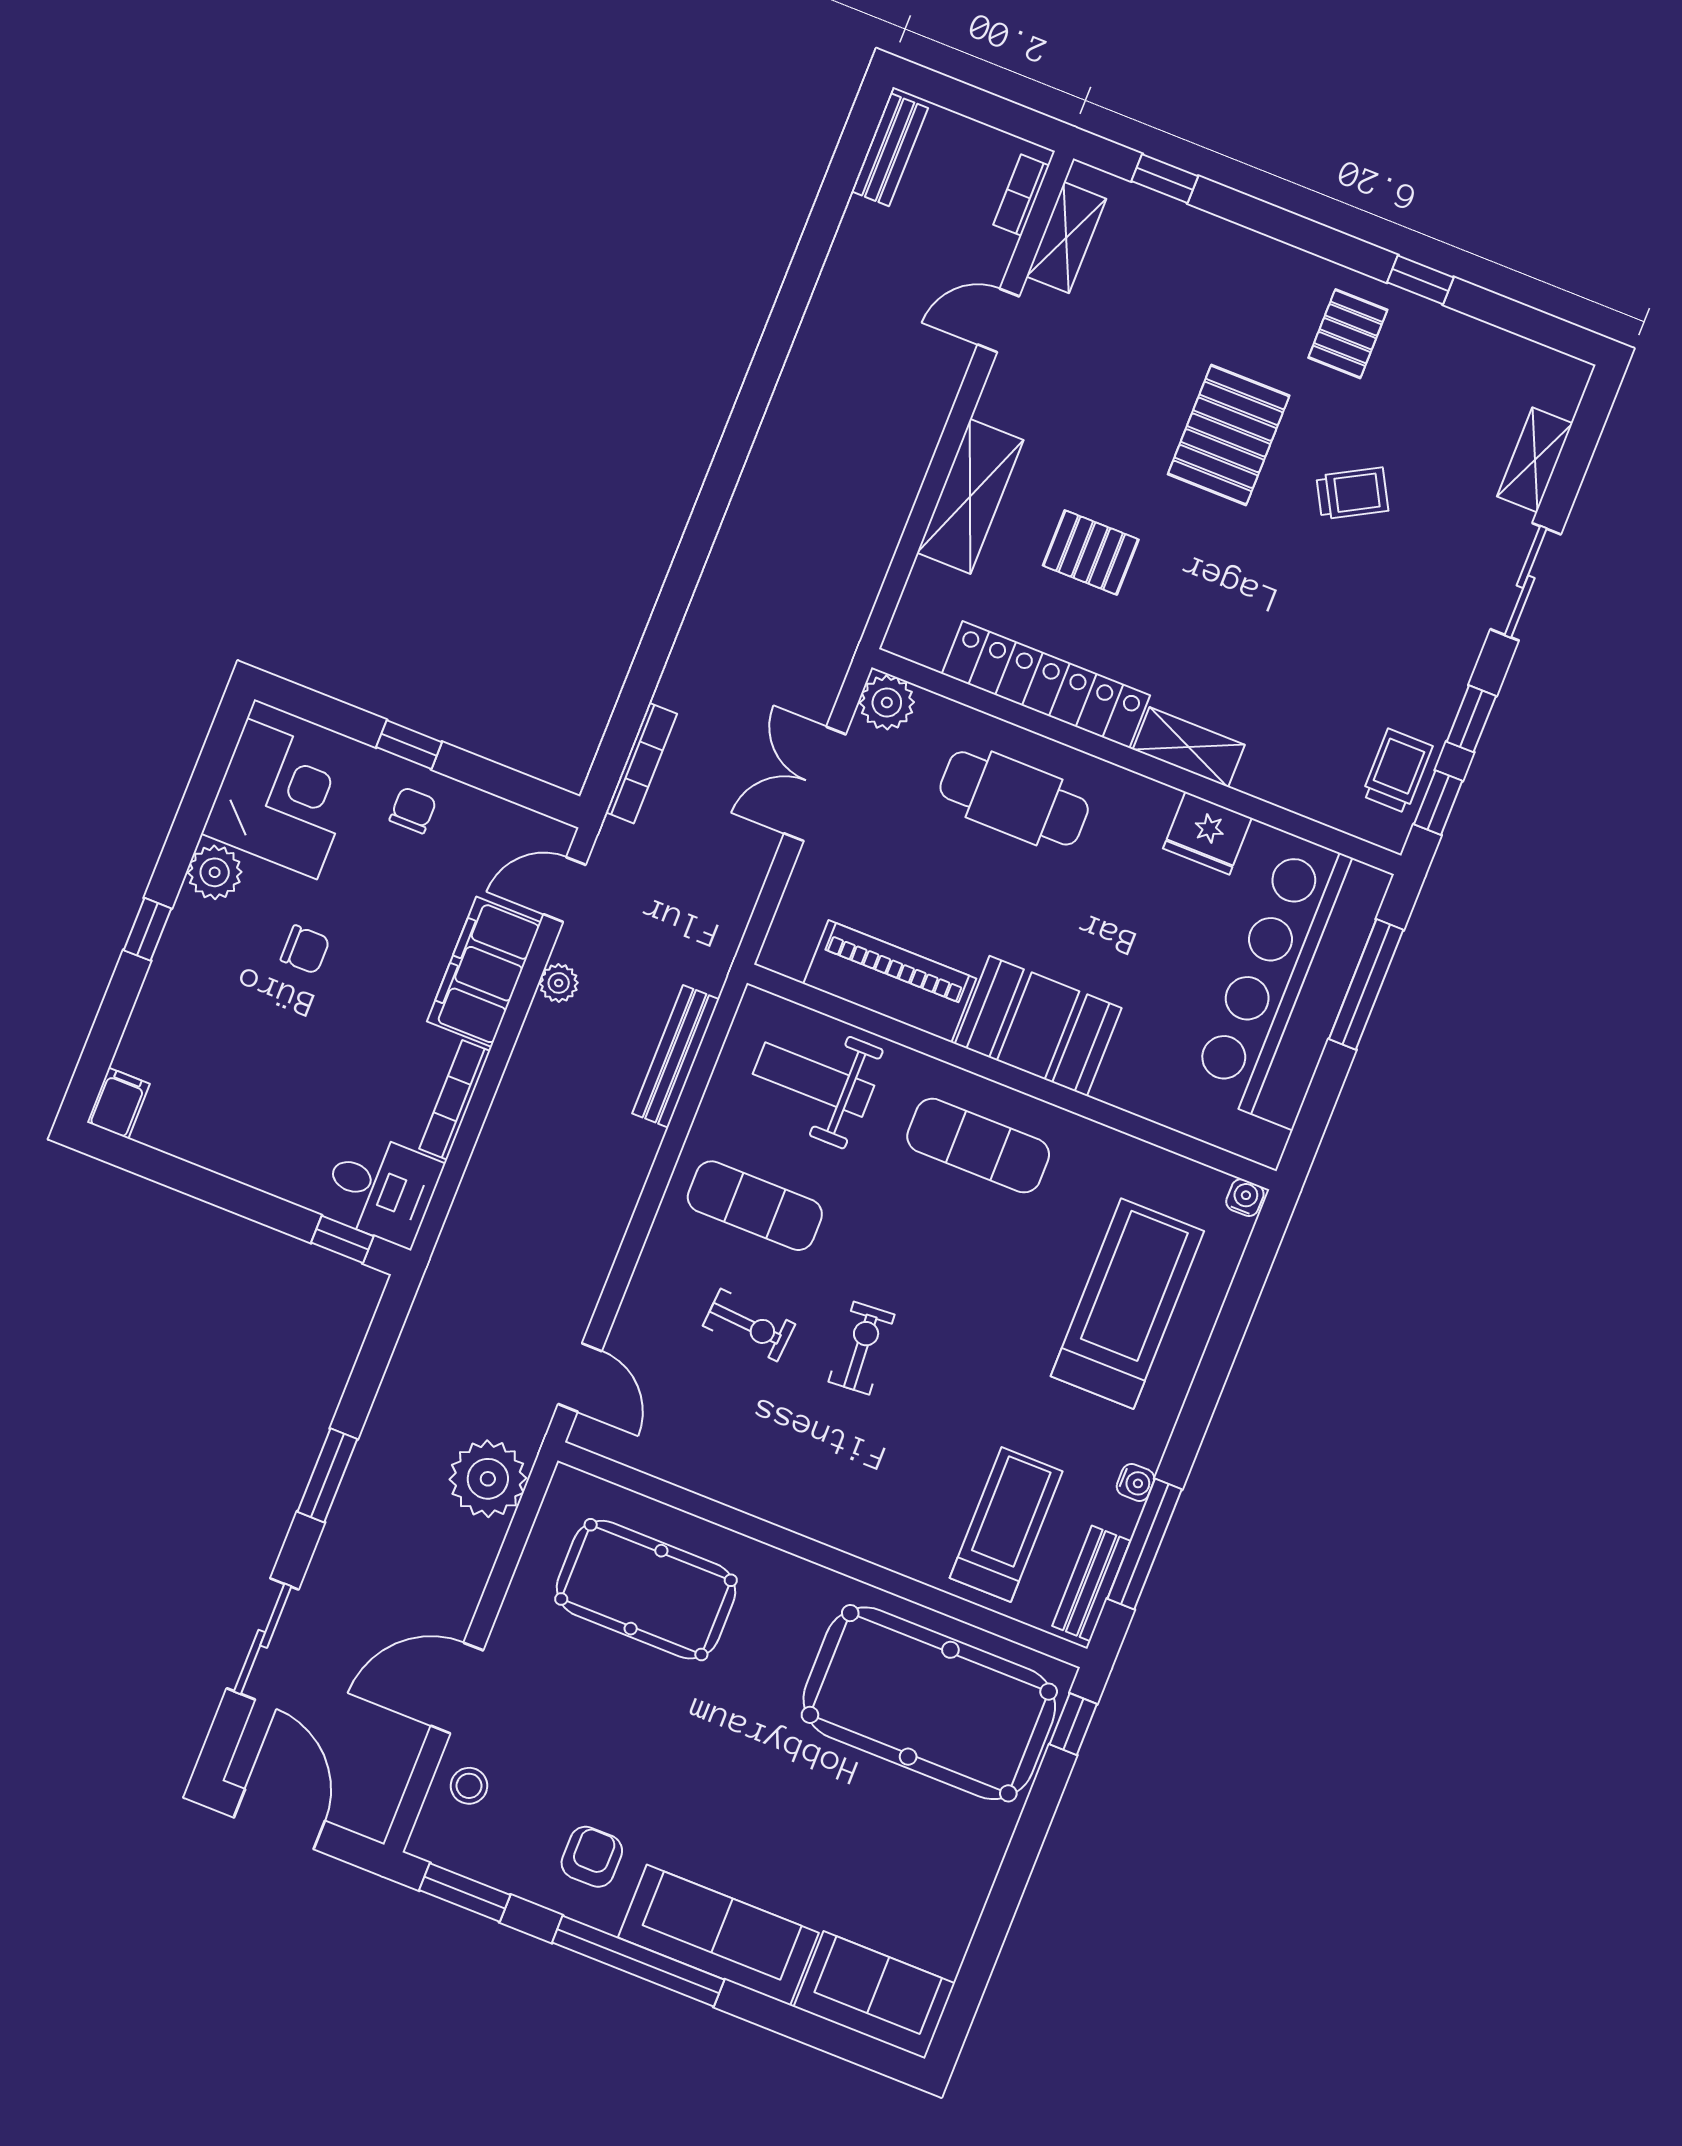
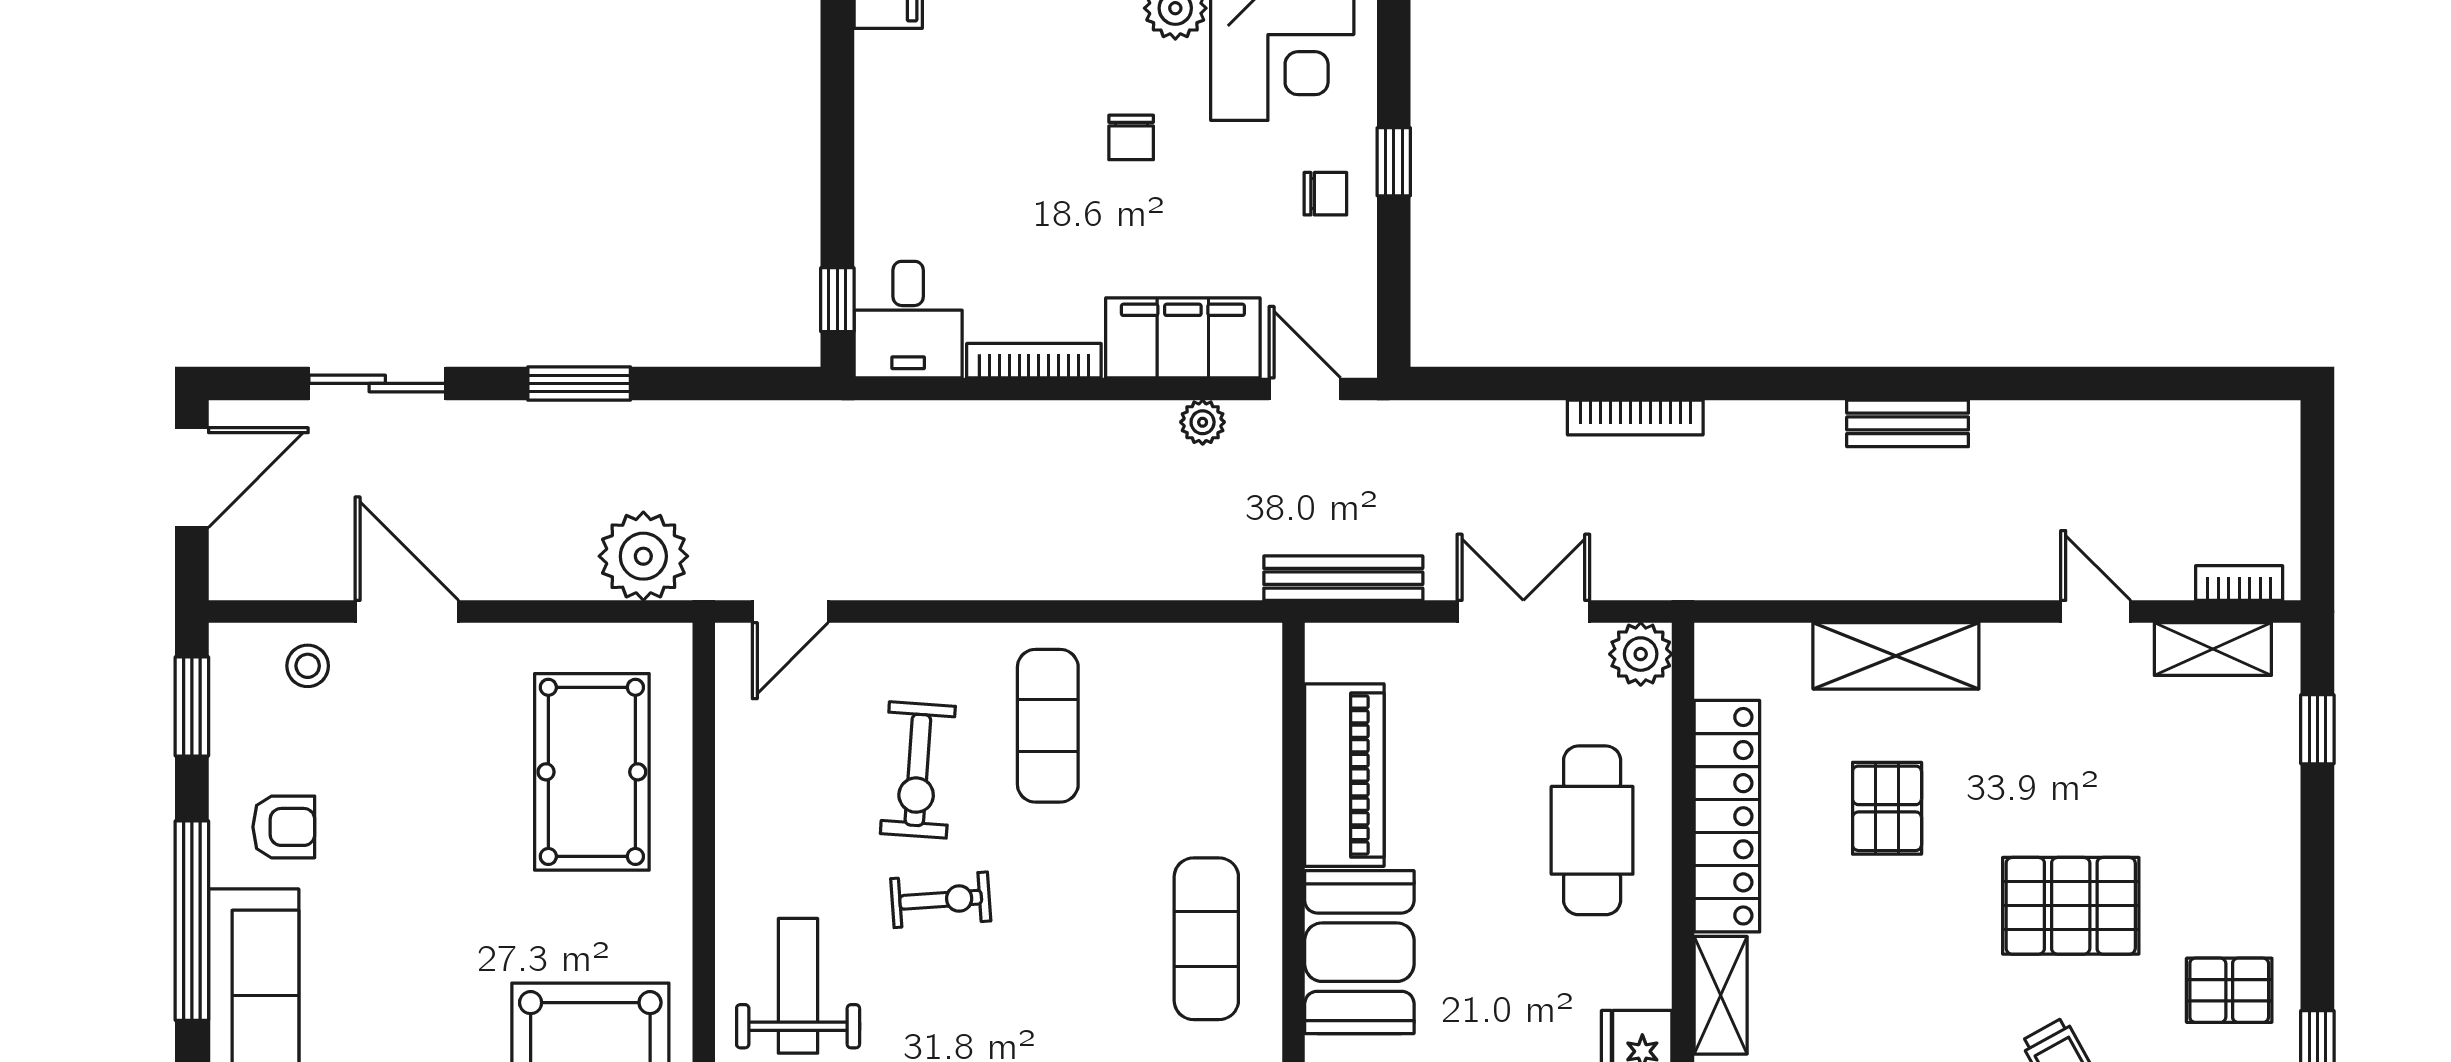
bench: (890, 150) -> (1908, 423), moved
bookcase: (641, 763) -> (1635, 418), moved
bench: (676, 1056) -> (1343, 578), moved
weight bench: (814, 1080) -> (798, 986), moved
exercise bike: (749, 1325) -> (918, 770), width x1.38, depth x1.39

